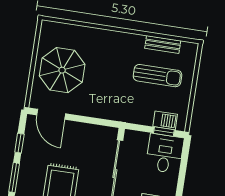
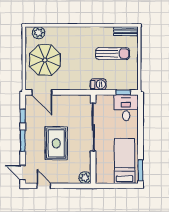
plant: (59, 31) -> (38, 33), added
bench: (163, 45) -> (126, 31), moved
barbecue: (165, 120) -> (98, 84), moved

